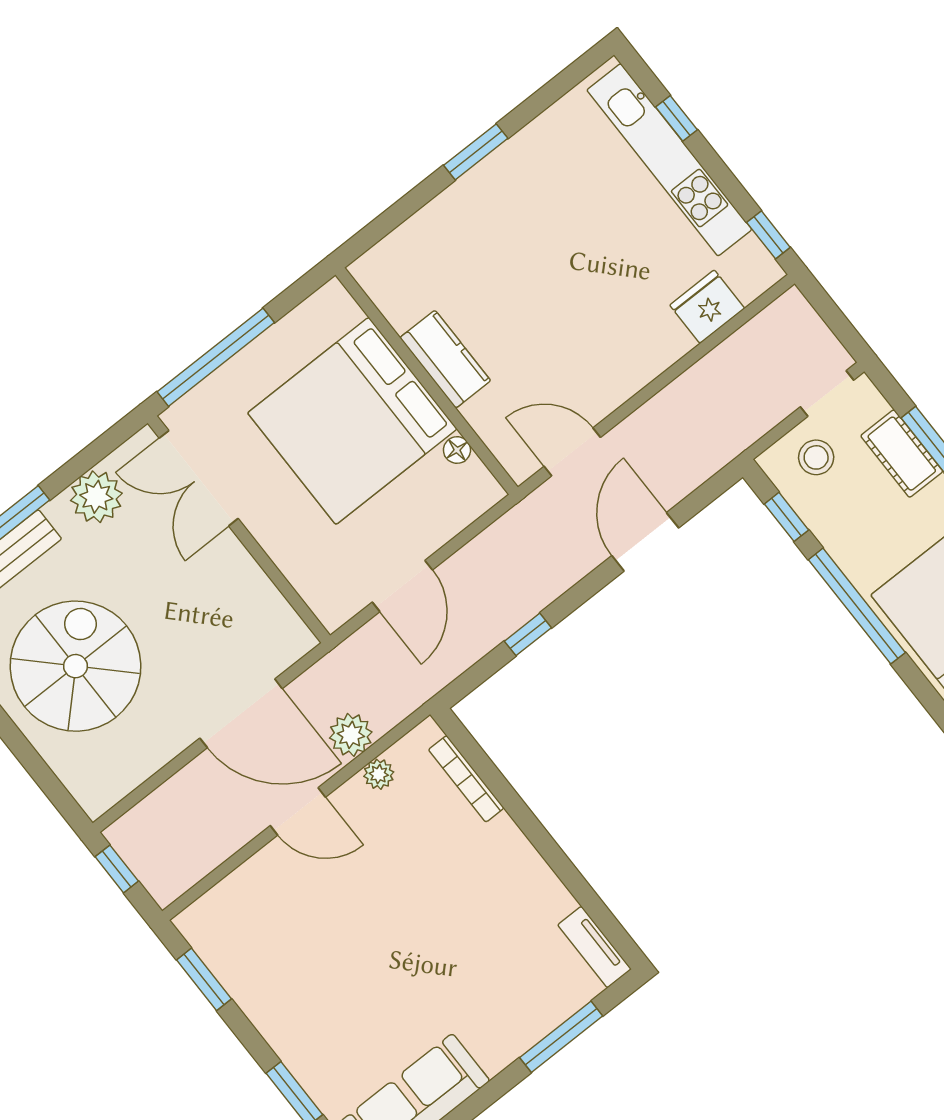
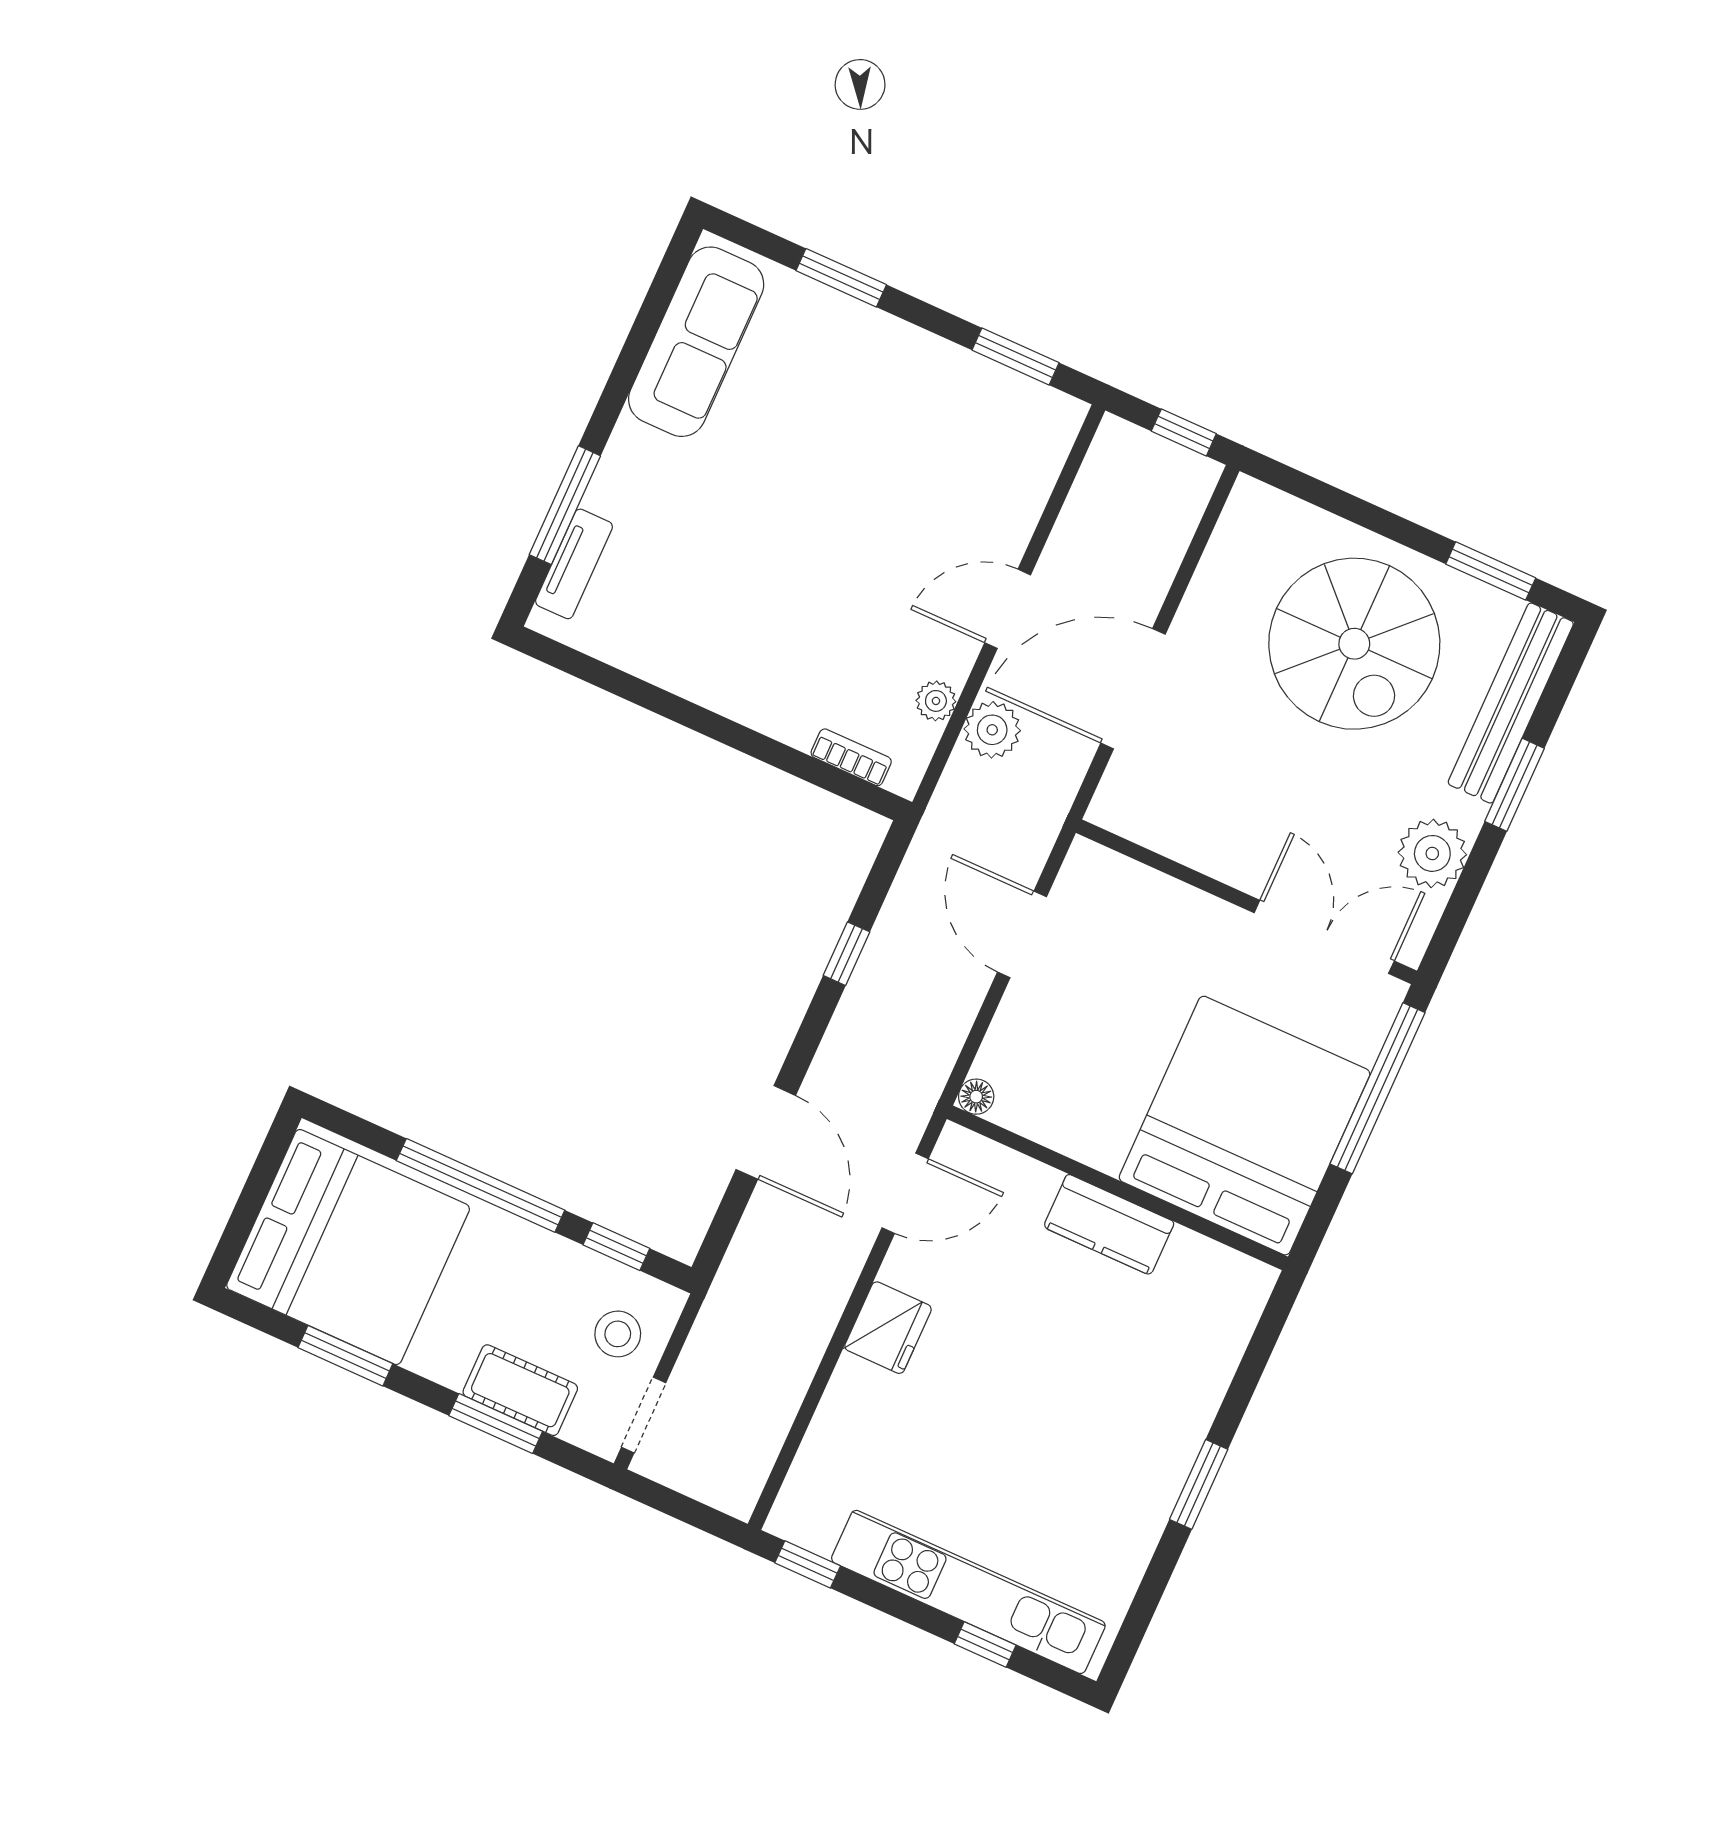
fridge: (707, 307) -> (888, 1328), moved
bed: (352, 421) -> (1245, 1126), moved
floor lamp: (457, 450) -> (976, 1097), moved
bookcase: (466, 779) -> (851, 757), width x0.64
tv unit: (595, 947) -> (574, 564), moved, turned 90

